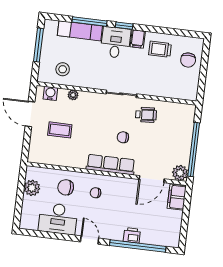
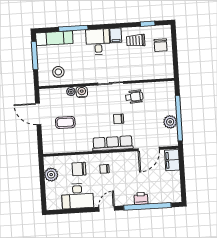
window: (124, 26) -> (148, 24), moved
exam couch: (80, 31) -> (54, 38), moved
water cooler: (50, 93) -> (82, 92), moved
plant: (180, 173) -> (170, 122), moved
door: (90, 240) -> (107, 209), hinge flipped

